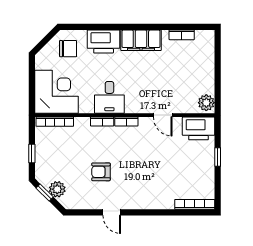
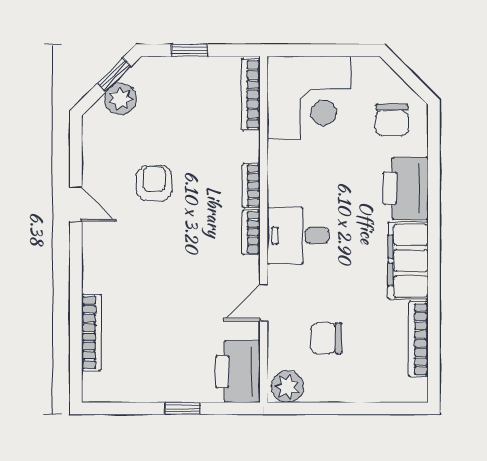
bookcase: (182, 35) -> (419, 339), width x1.56
chair: (181, 83) -> (326, 338), added
desk: (109, 97) -> (298, 236), moved
bookcase: (195, 204) -> (91, 332), moved
door: (112, 212) -> (76, 204), swing flipped

